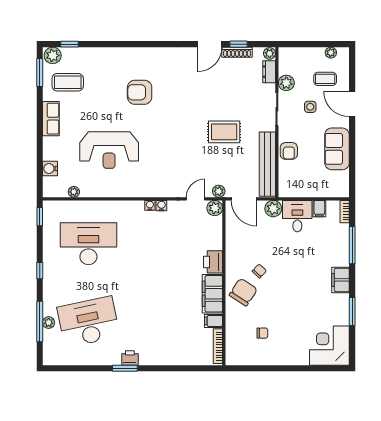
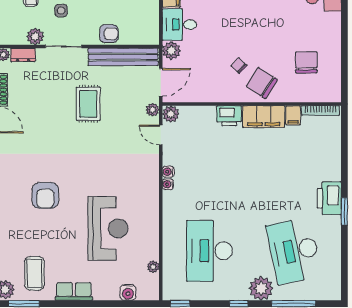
plant: (49, 323) -> (261, 288), moved, width x1.87, depth x1.87
chair: (262, 333) -> (306, 62), width x1.87, depth x1.87
printer: (130, 358) -> (329, 198), width x1.87, depth x1.48

